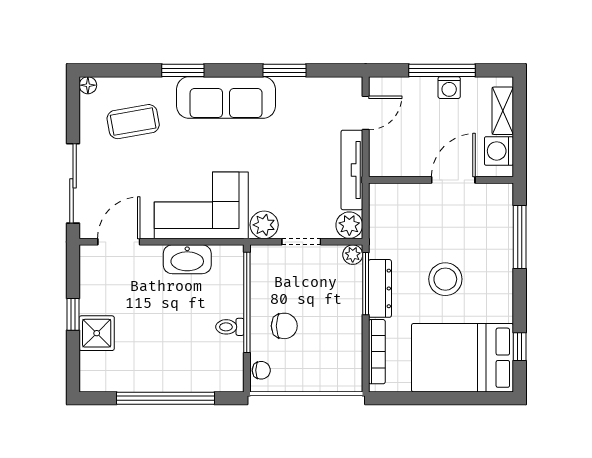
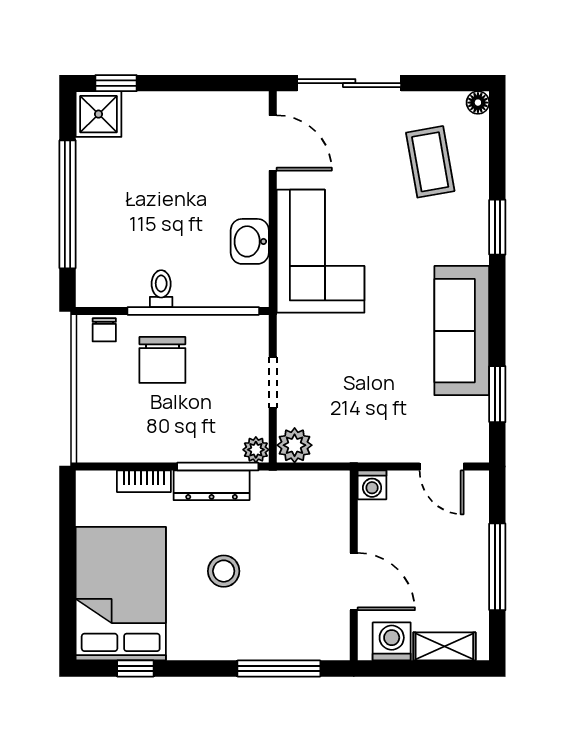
window: (285, 70) -> (497, 394), moved
washing machine: (449, 88) -> (372, 485), moved, turned -90
sofa: (226, 98) -> (462, 331), moved
tv unit: (352, 170) -> (367, 449), removed
plant: (264, 225) -> (295, 334), removed
washbasin: (187, 259) -> (250, 241), width x0.72
stool: (445, 279) -> (224, 571), width x0.73, depth x0.73
window: (73, 314) -> (116, 83), moved
chair: (284, 326) -> (162, 360), width x1.37, depth x1.37
shower: (97, 333) -> (99, 114), moved
bookcase: (377, 352) -> (144, 481), width x0.64

